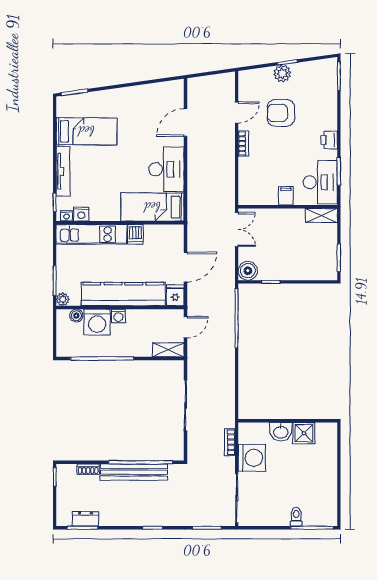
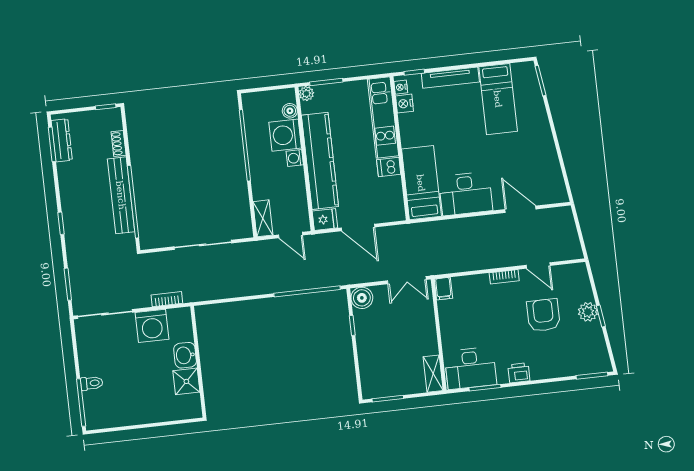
filing cabinet: (286, 196) -> (443, 289), moved, turned 90
dresser: (85, 519) -> (62, 140), width x1.44

